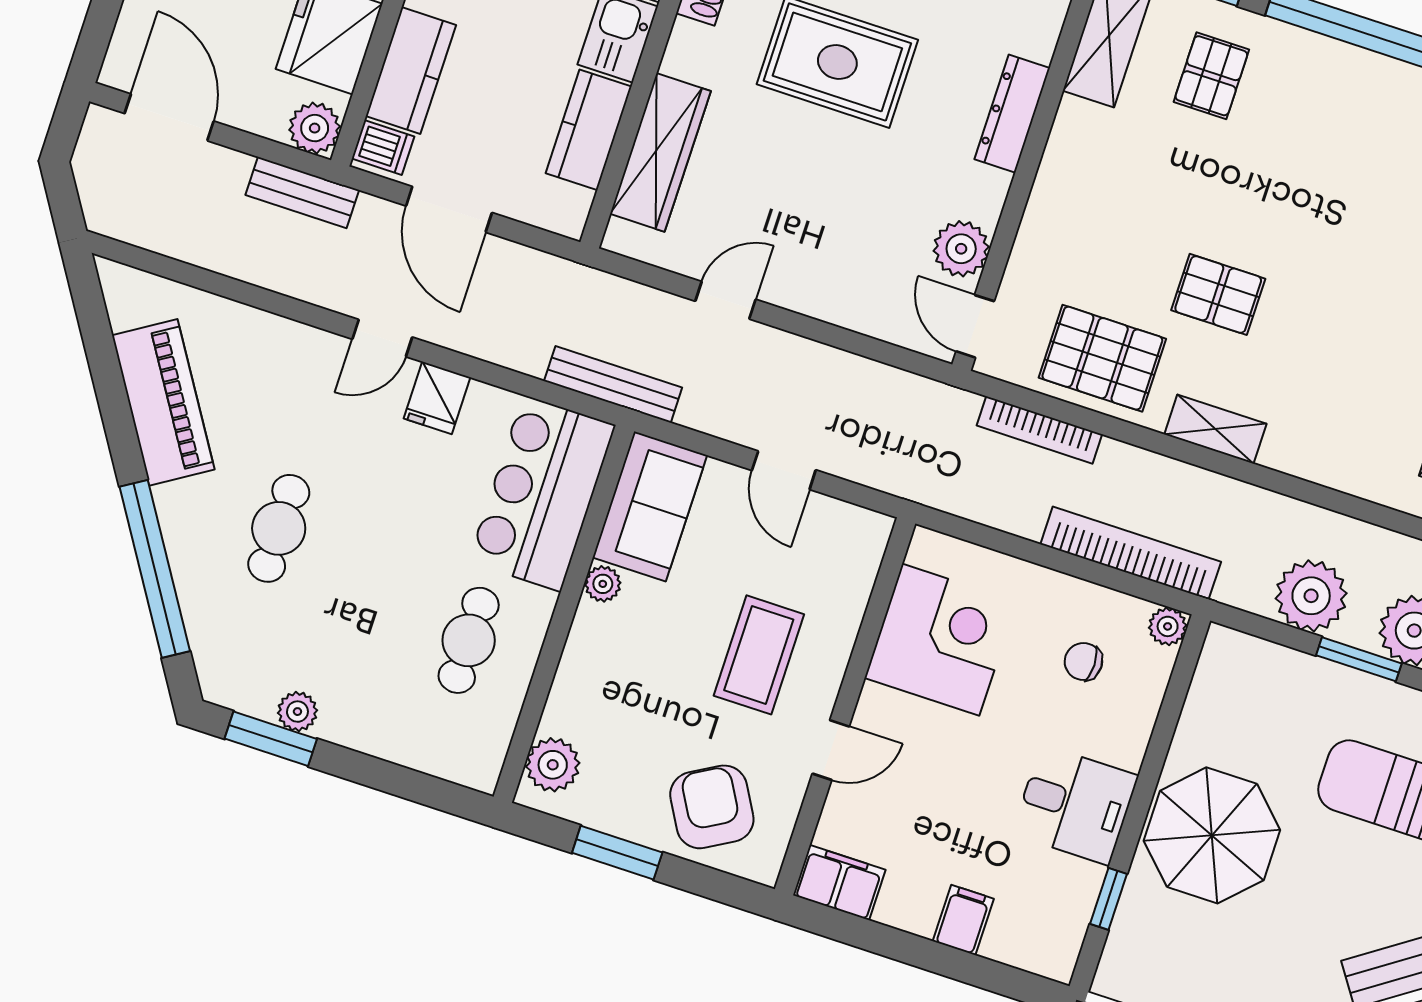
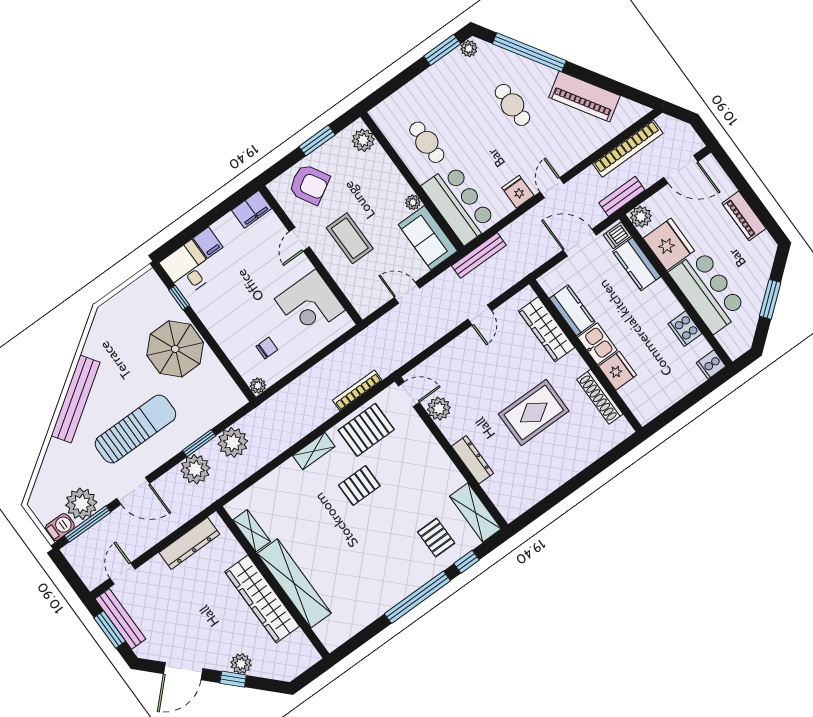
bookcase: (1131, 553) -> (628, 148), moved
plant: (297, 712) -> (469, 49), moved
desk: (1075, 805) -> (188, 268), moved, turned 90

